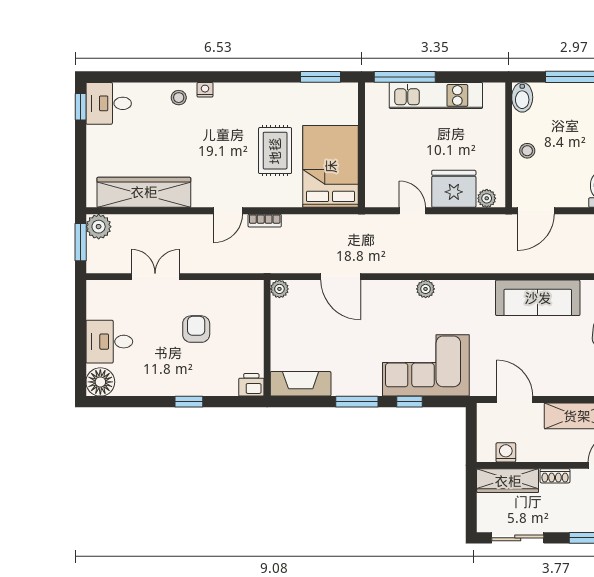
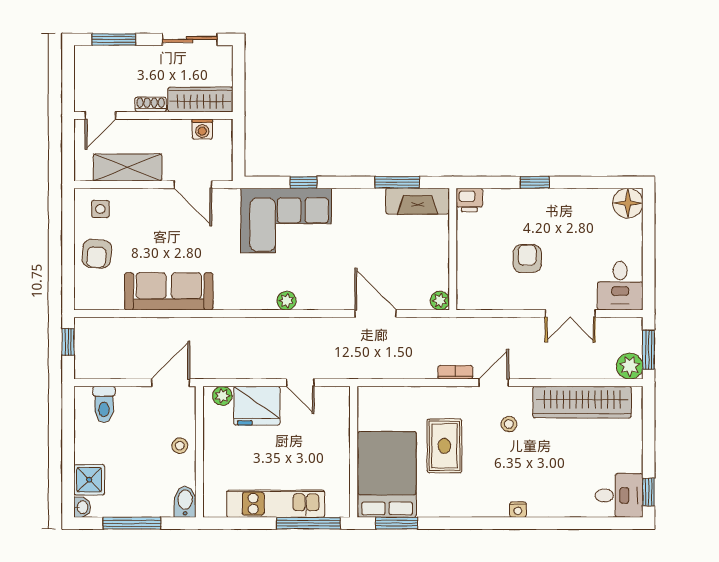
stool: (179, 98) -> (509, 424), moved
bed: (331, 166) -> (387, 474), moved, turned 180
armchair: (196, 329) -> (527, 259), turned 180
desk: (109, 342) -> (620, 286), moved, turned 90
window: (357, 402) -> (397, 182), moved

